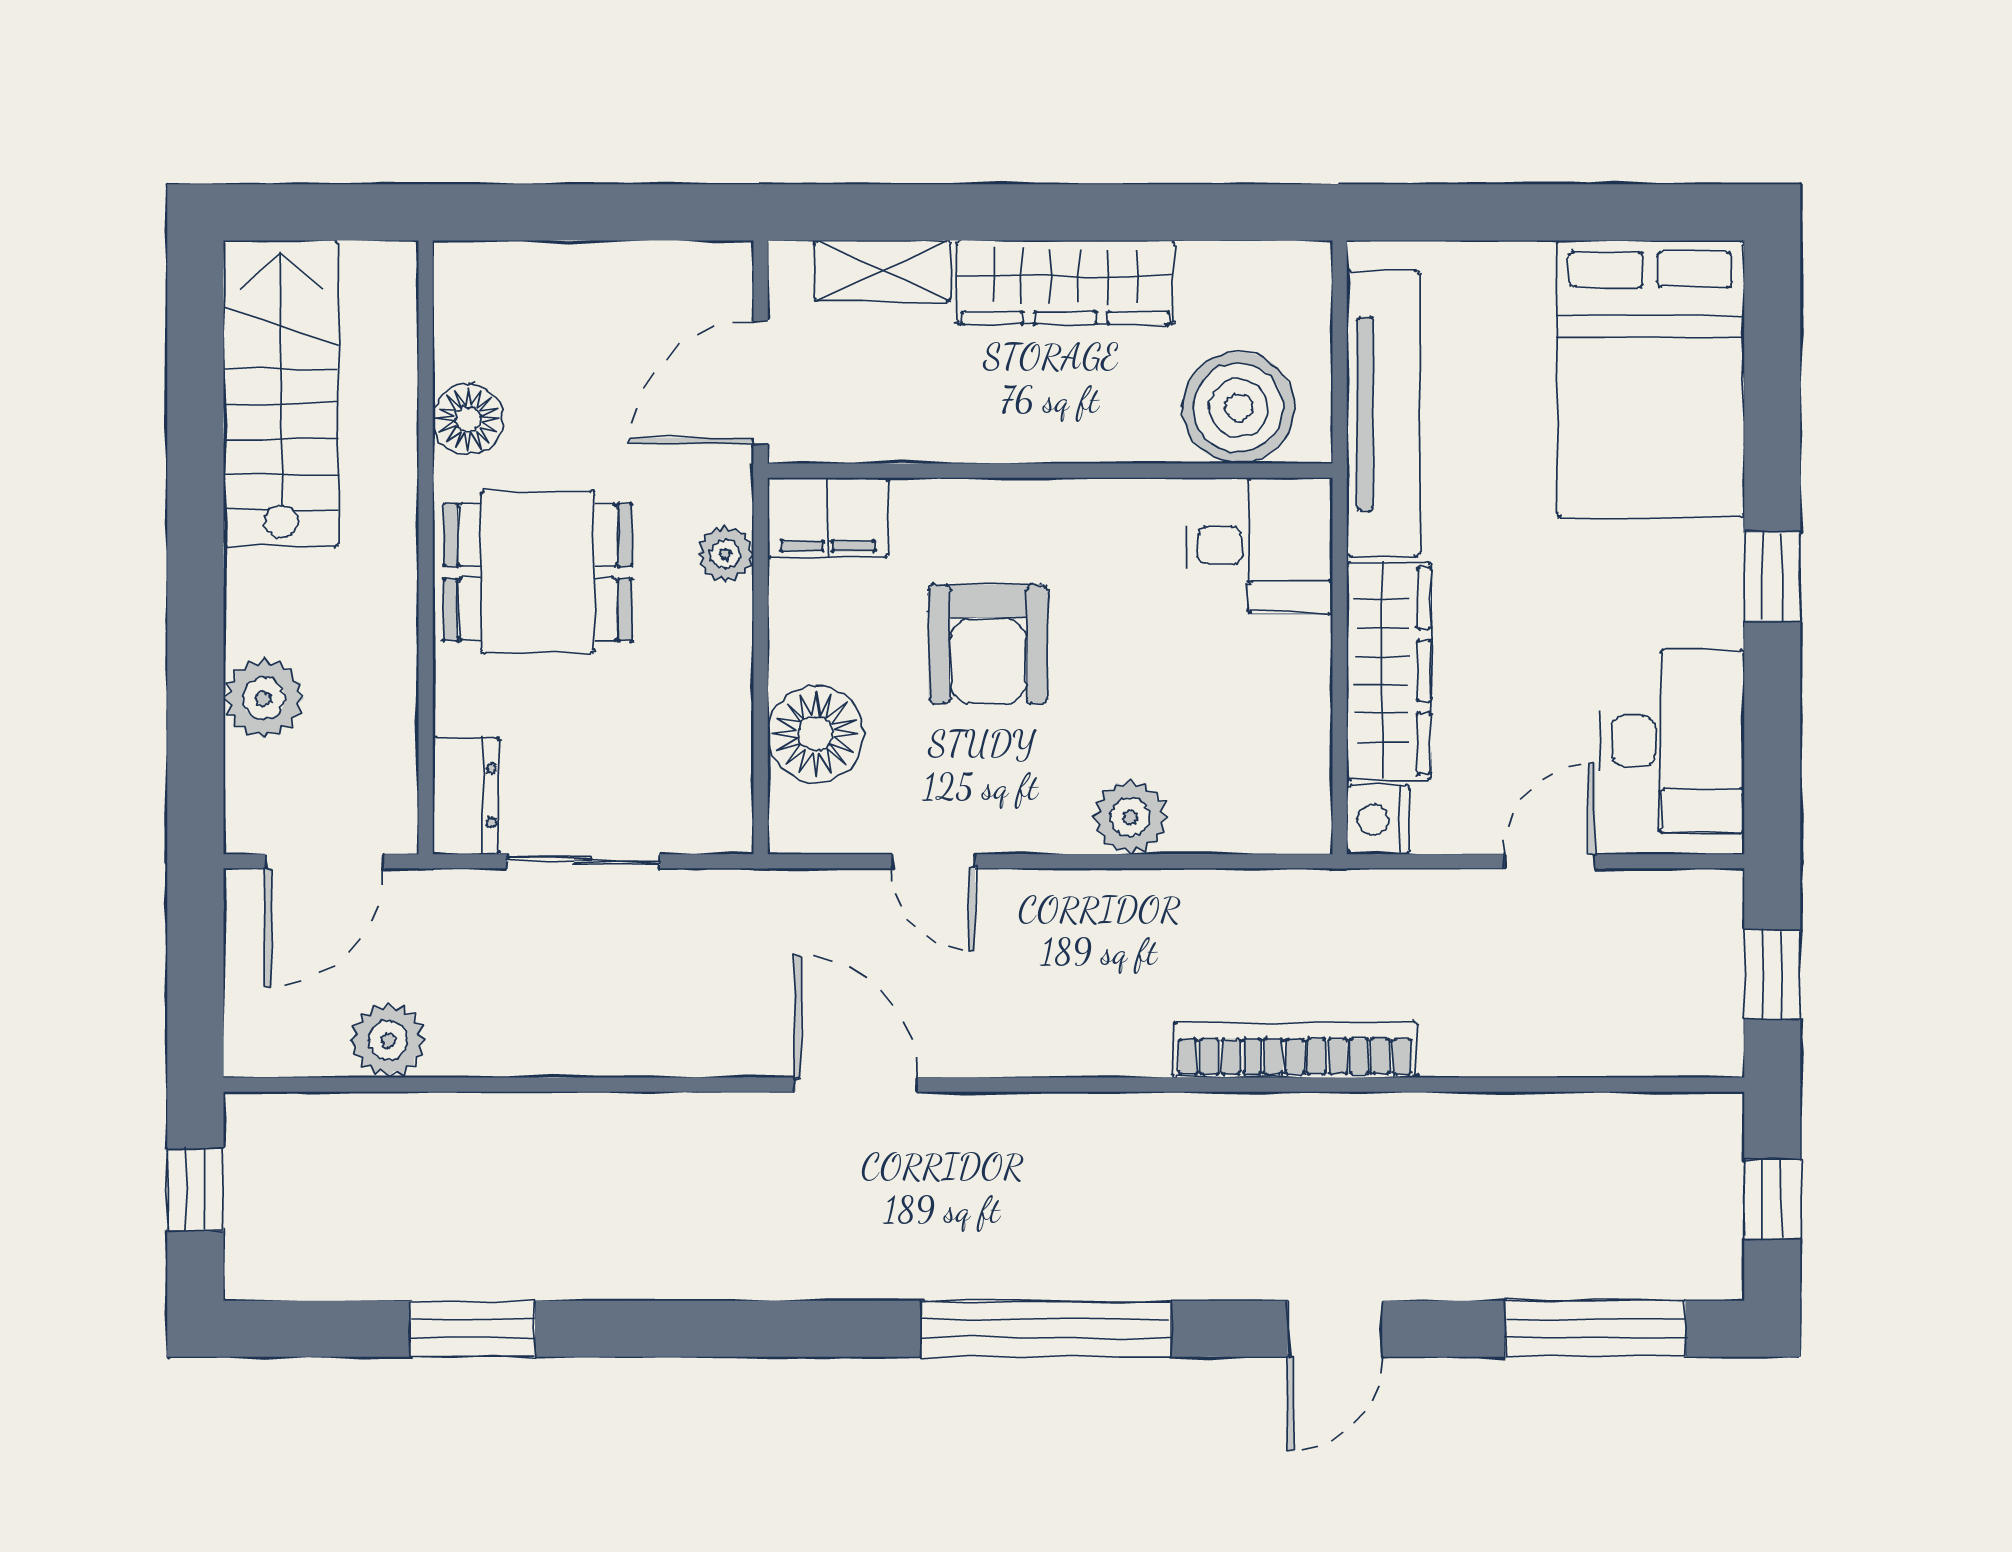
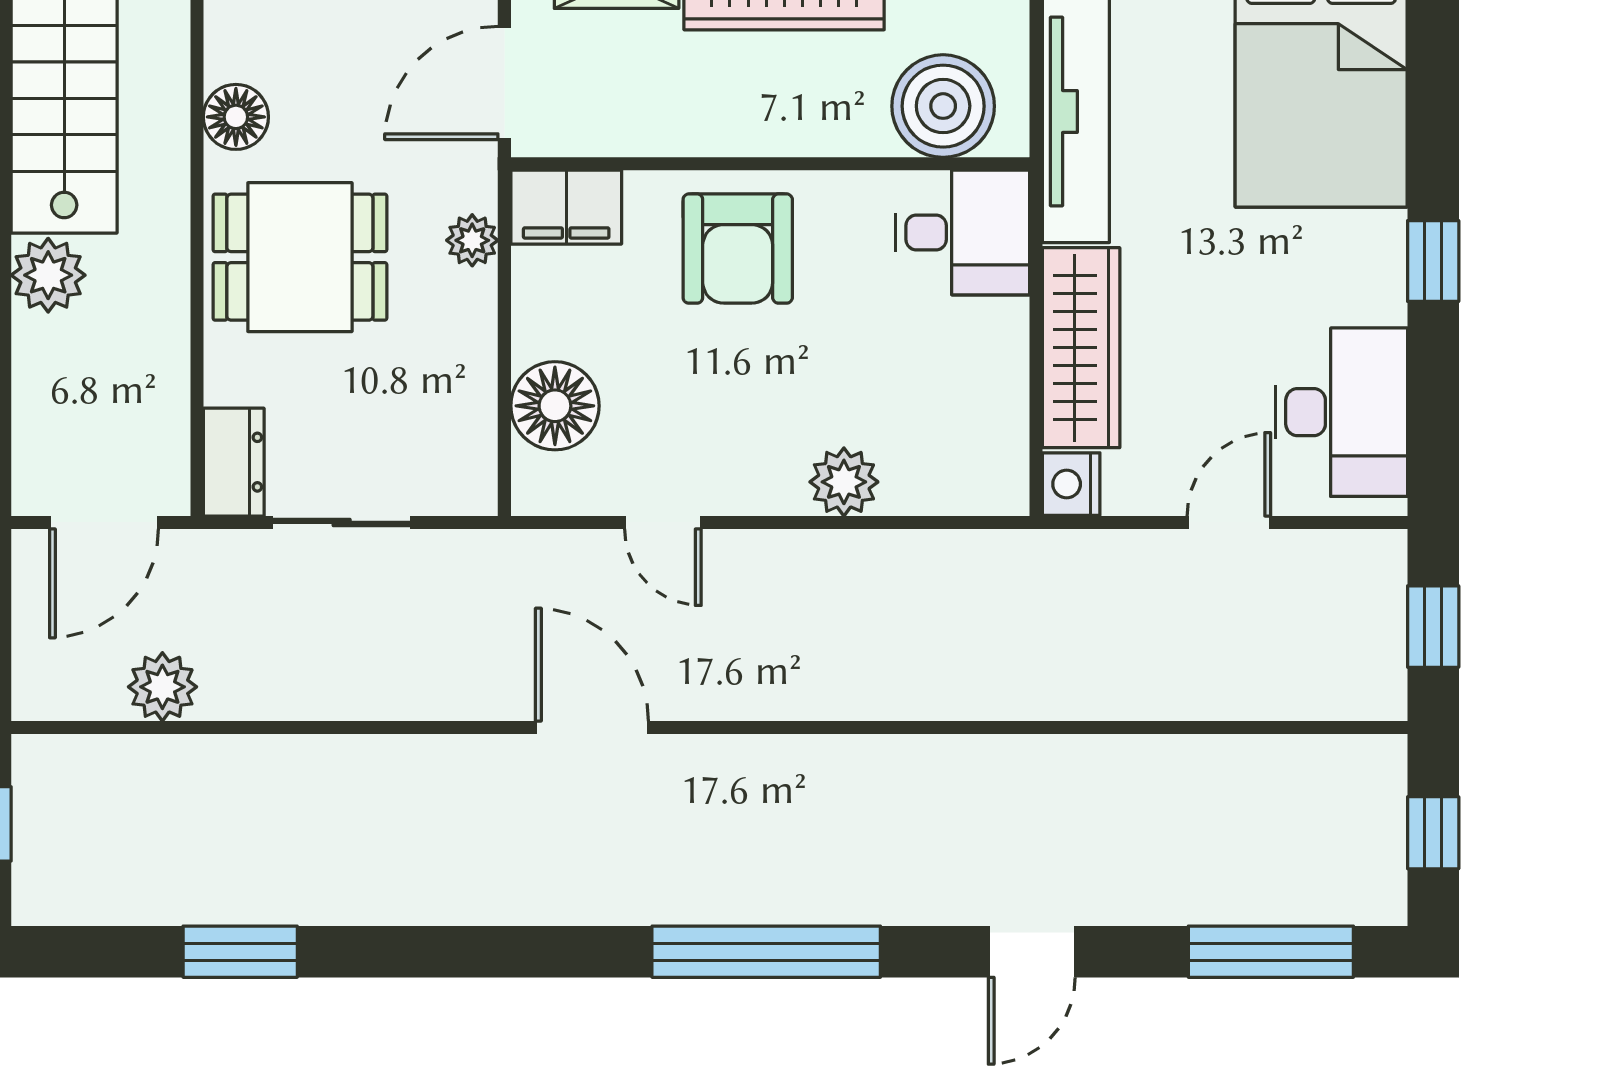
armchair: (988, 644) -> (738, 249), moved
plant: (264, 698) -> (48, 275), moved
bookcase: (1295, 1050) -> (995, 696), removed

